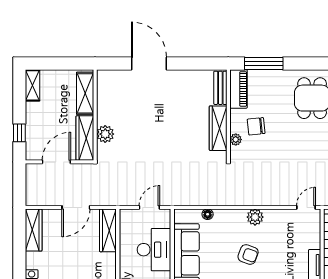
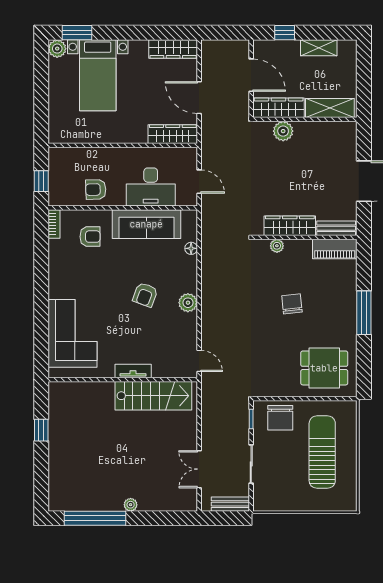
shelving: (32, 85) -> (319, 48), moved
bench: (220, 88) -> (336, 228), moved
piano: (238, 89) -> (335, 249), moved
wall: (228, 115) -> (305, 237), moved
wardrobe: (218, 128) -> (290, 226), moved
plant: (236, 139) -> (277, 246), moved

